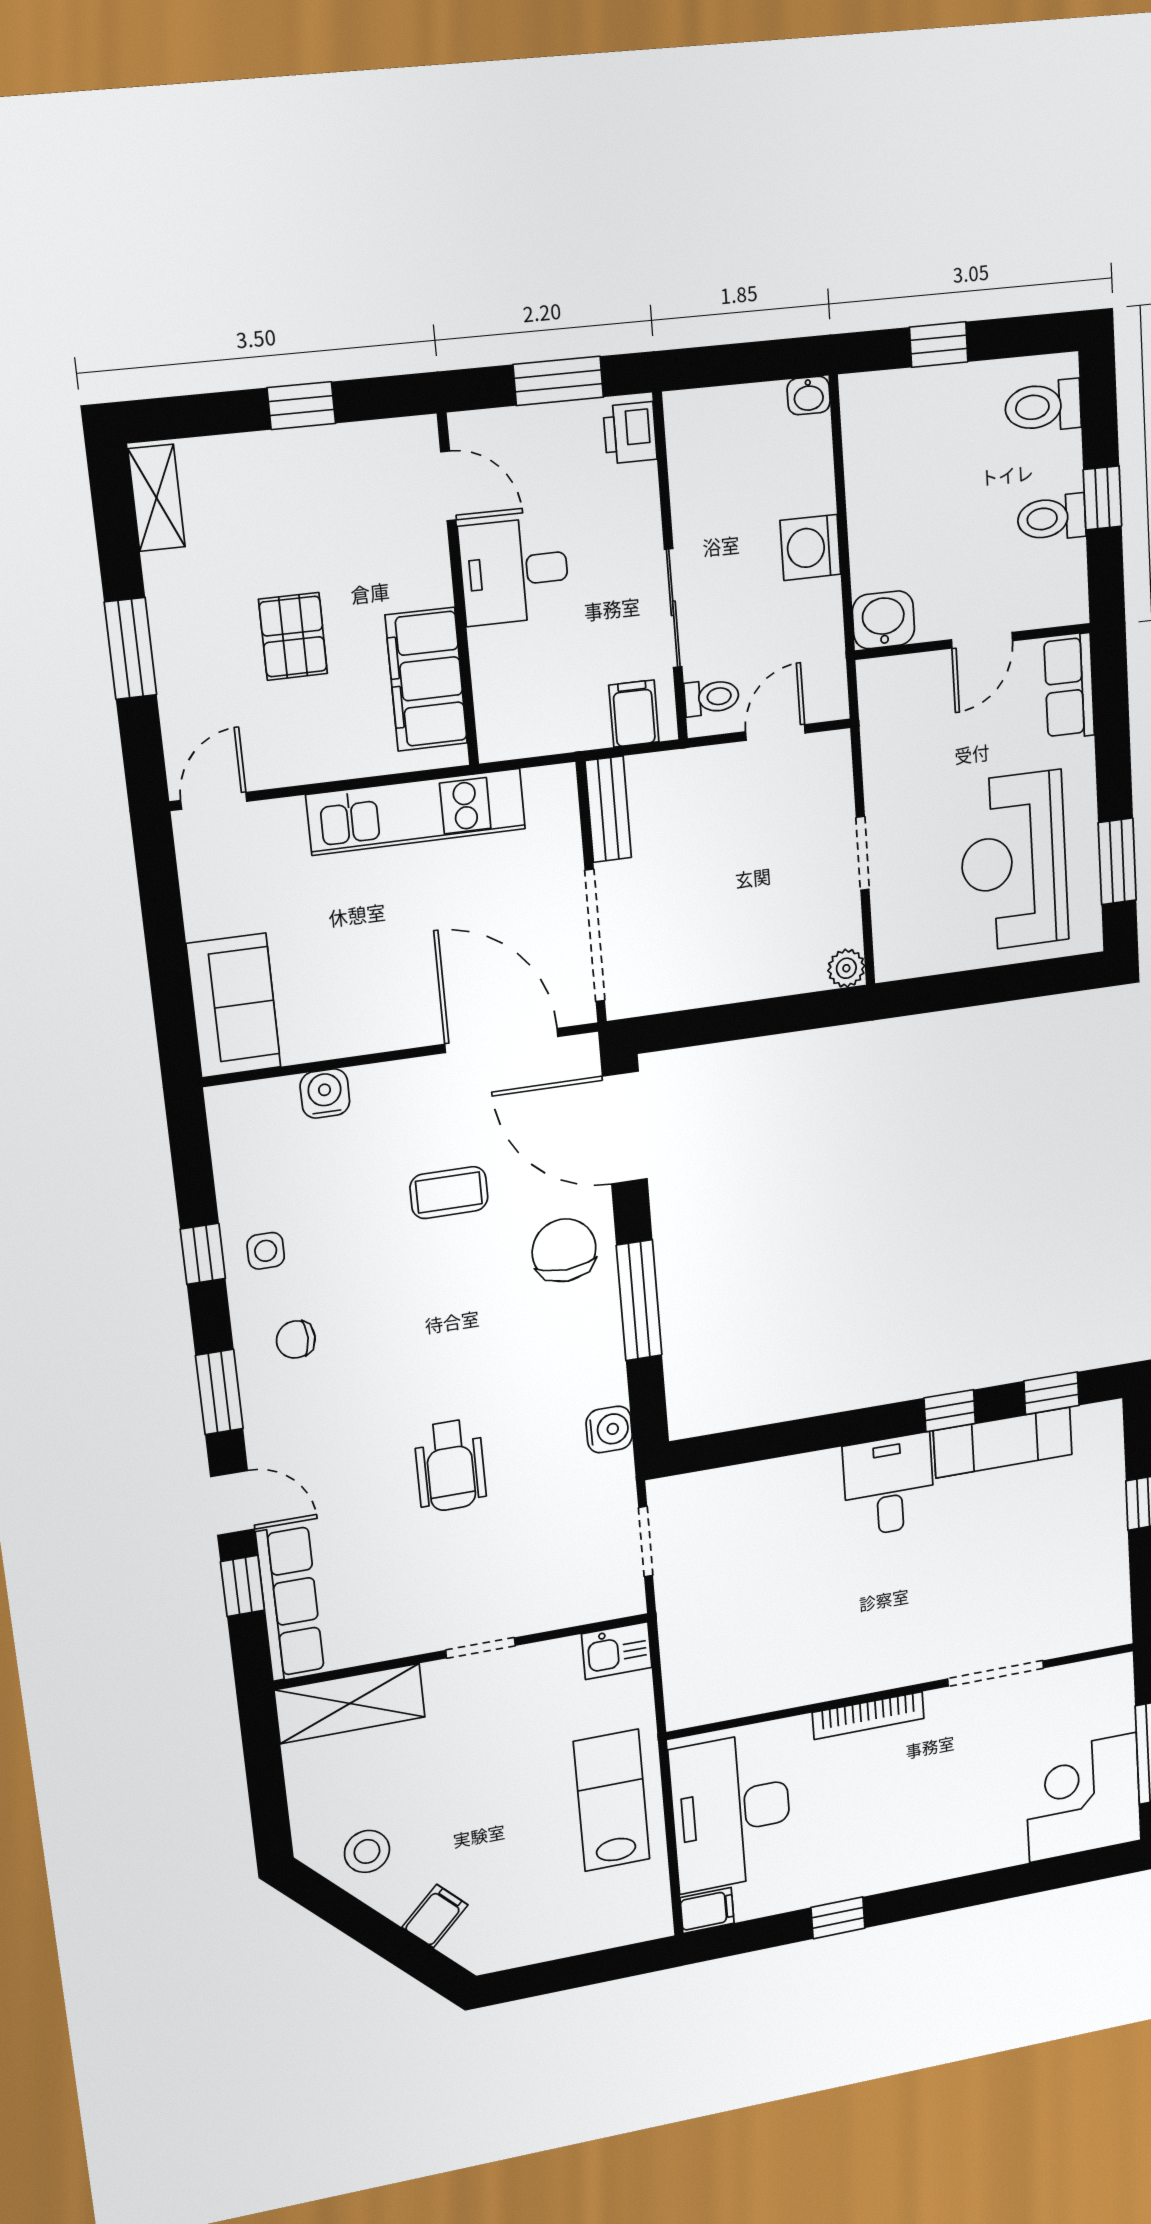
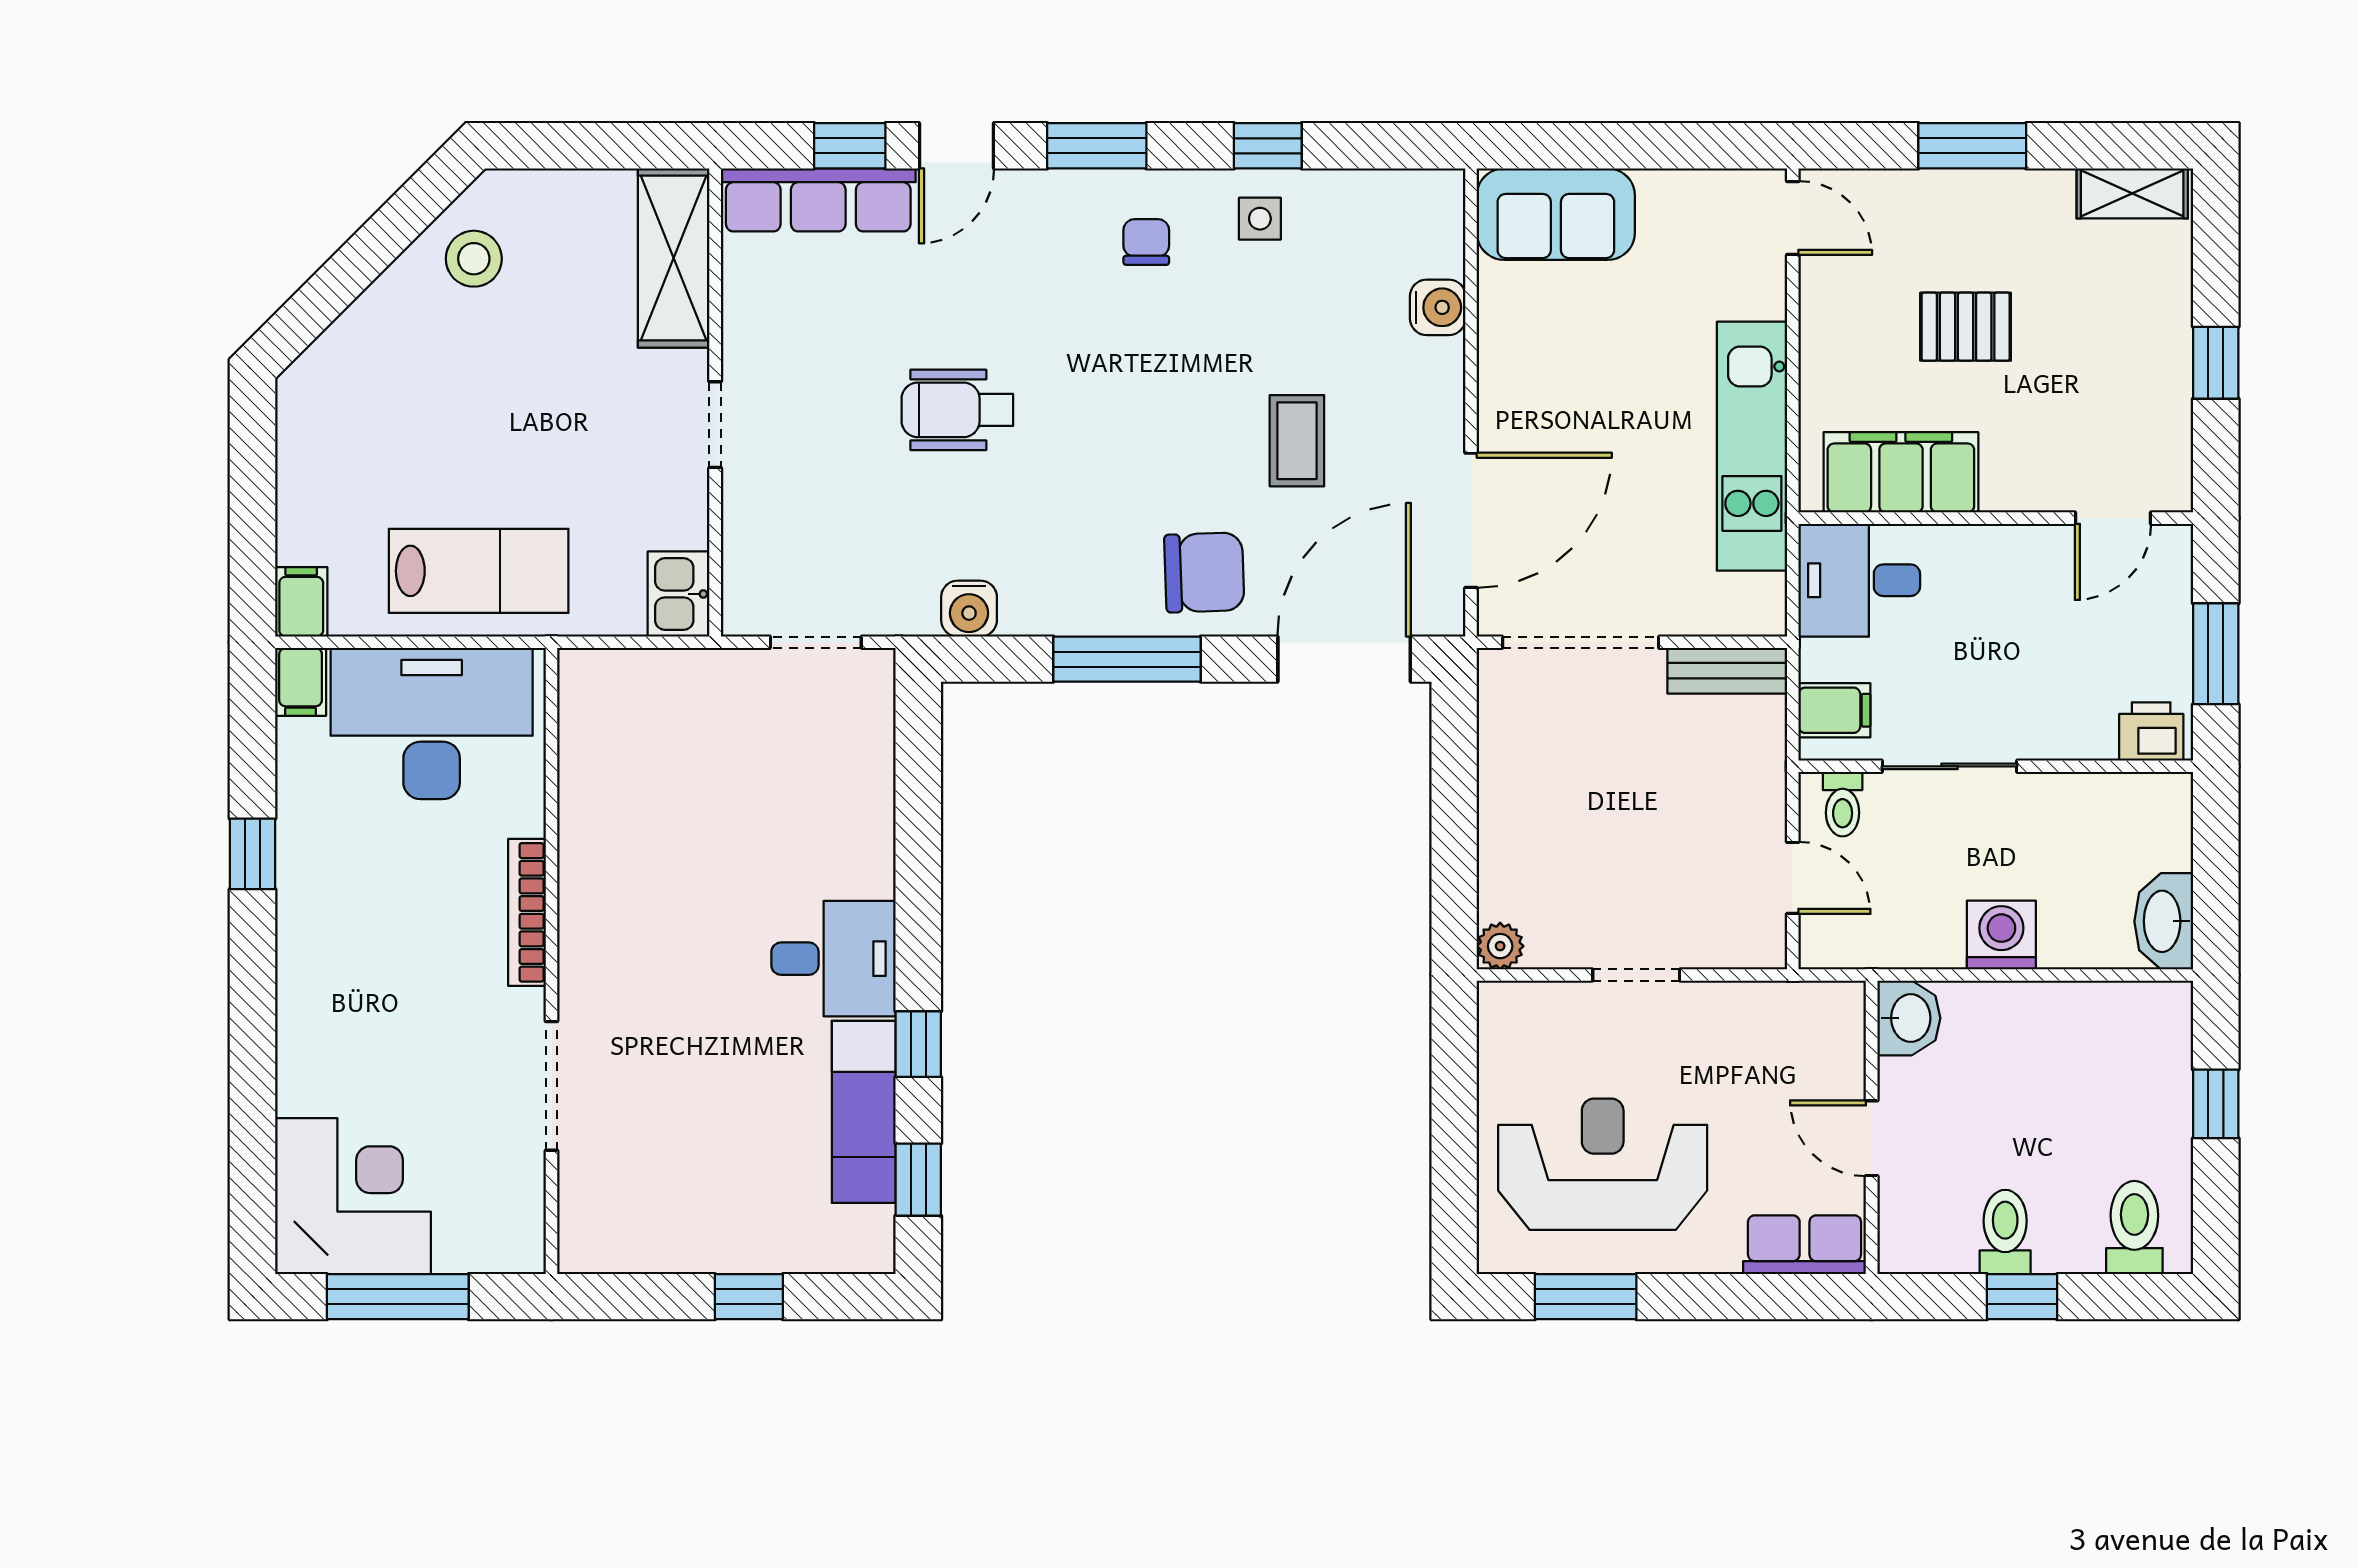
washbasin: (809, 396) -> (2164, 921), width x1.91, depth x1.45
desk: (514, 571) -> (1859, 580), moved, turned -90
filing cabinet: (435, 1916) -> (301, 602), moved, turned -135

